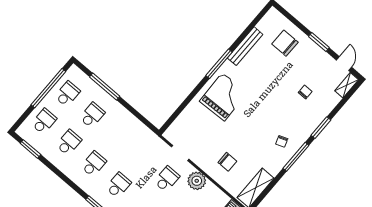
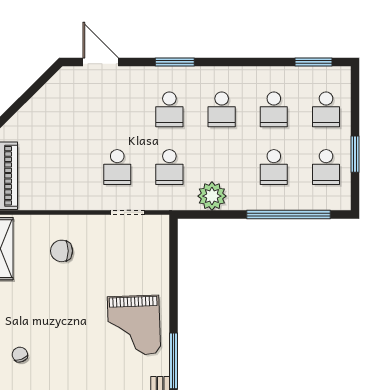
window: (105, 87) -> (289, 215), width x1.46
window: (48, 88) -> (355, 154), width x0.47
chair: (282, 141) -> (20, 355), moved
school desk: (142, 158) -> (169, 167), added
plant: (197, 181) -> (212, 196), moved

